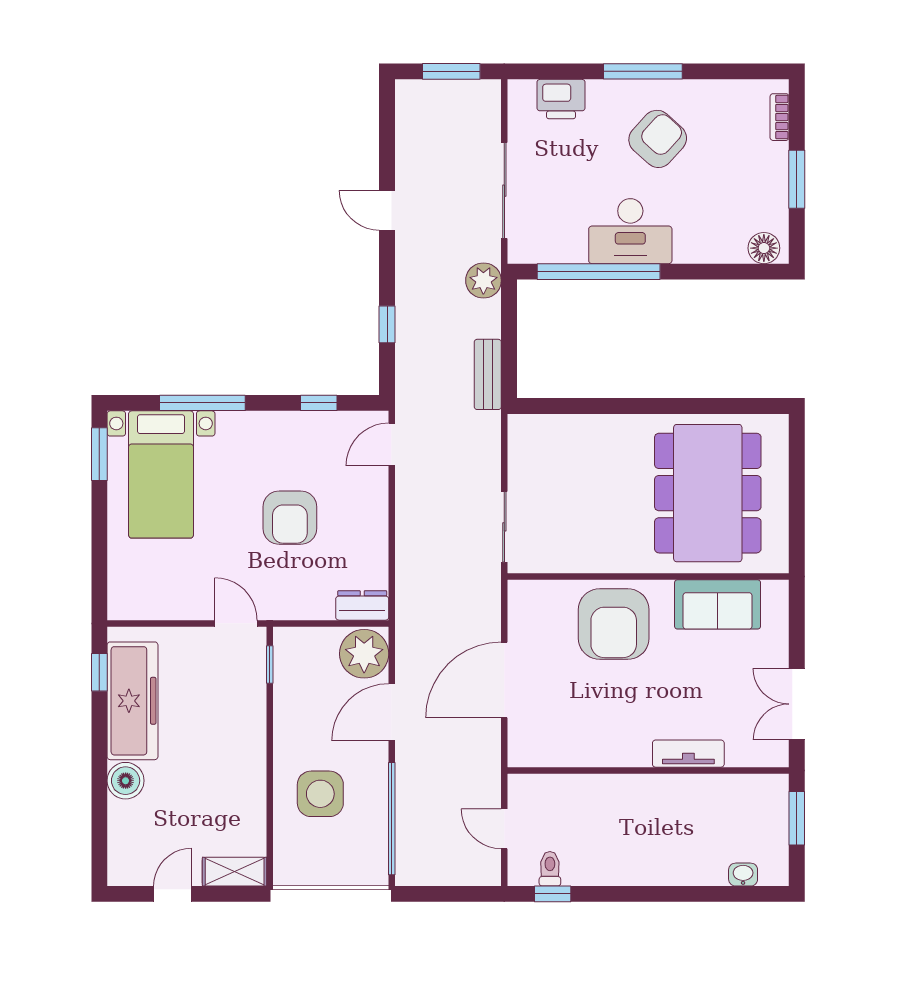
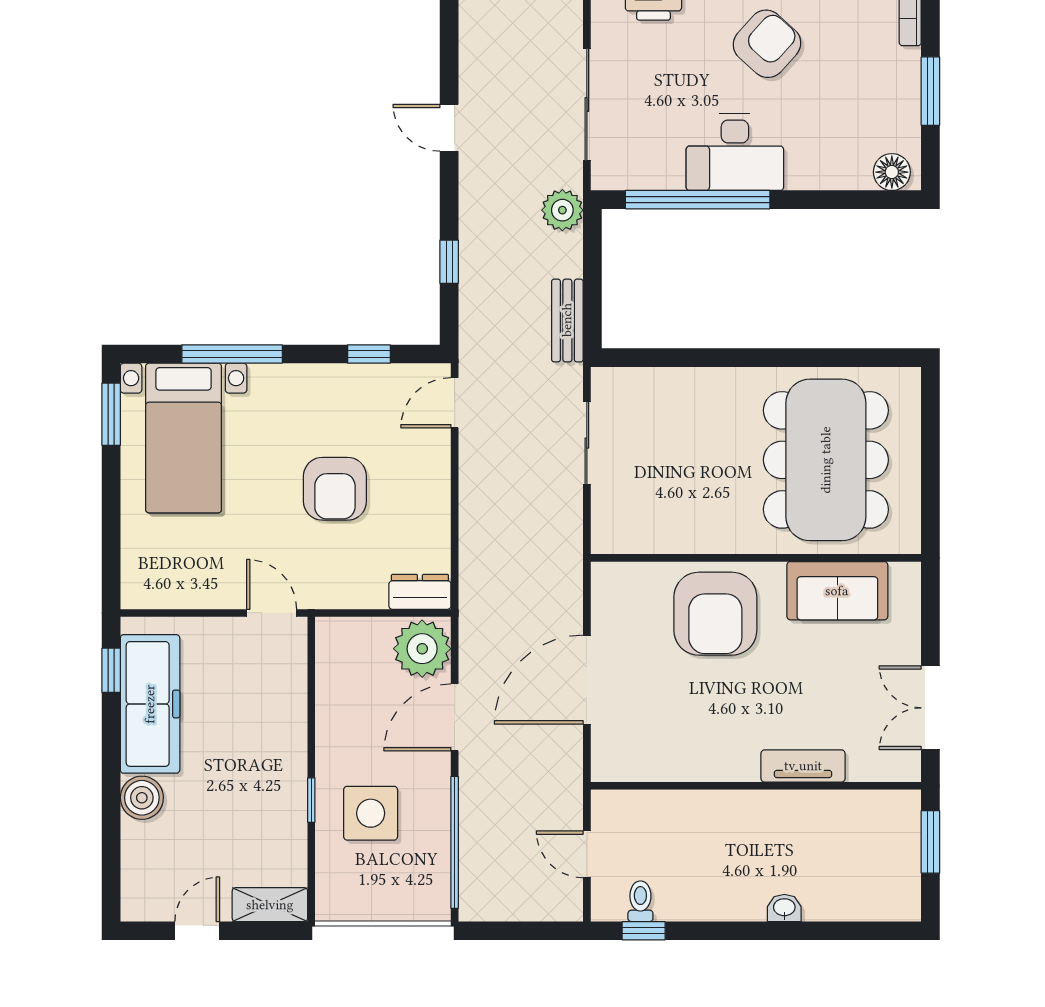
sliding door: (504, 527) -> (587, 443), moved
window: (270, 664) -> (311, 800), moved
washbasin: (743, 875) -> (784, 908), moved

